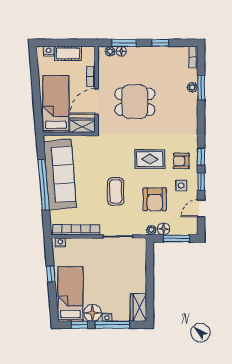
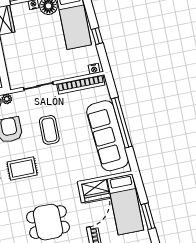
window: (36, 88) -> (148, 216), added

